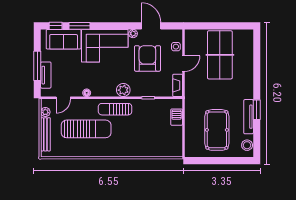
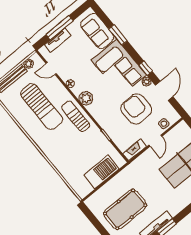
window: (56, 26) -> (146, 68), moved
armchair: (147, 58) -> (136, 109), turned -90
door: (184, 64) -> (155, 141), hinge flipped
plant: (123, 90) -> (86, 98), moved
barbecue: (177, 117) -> (101, 172), width x1.88, depth x1.53

